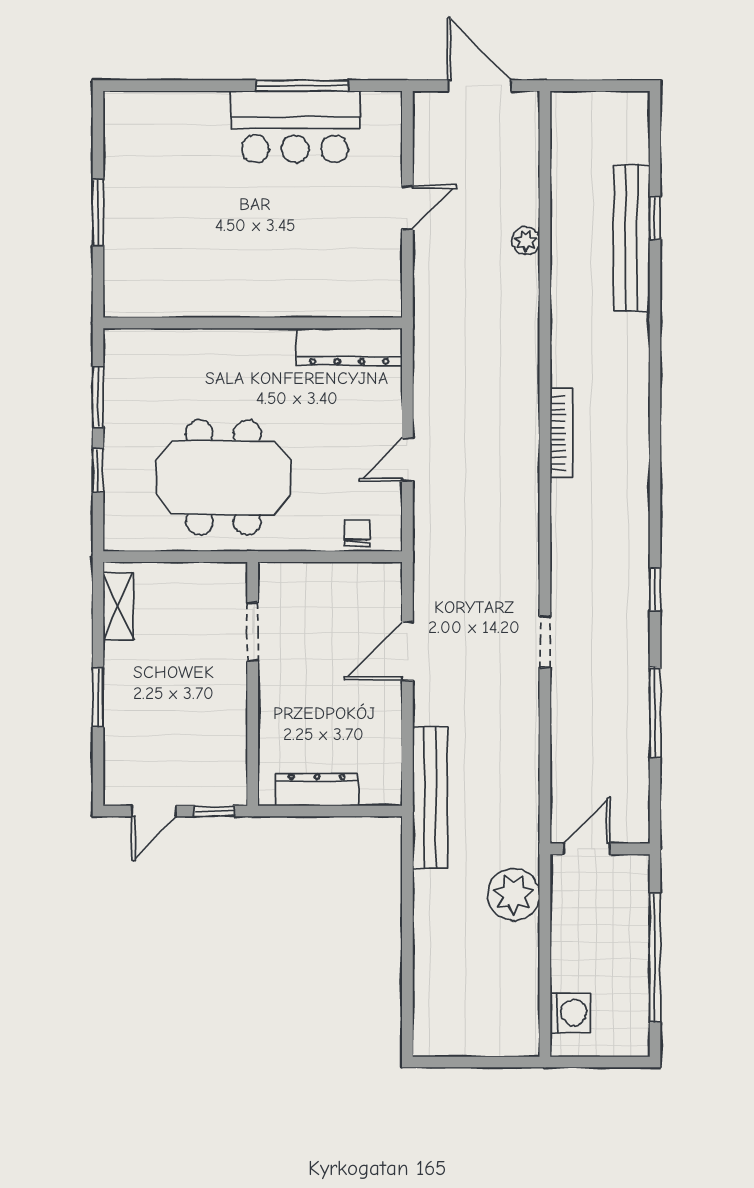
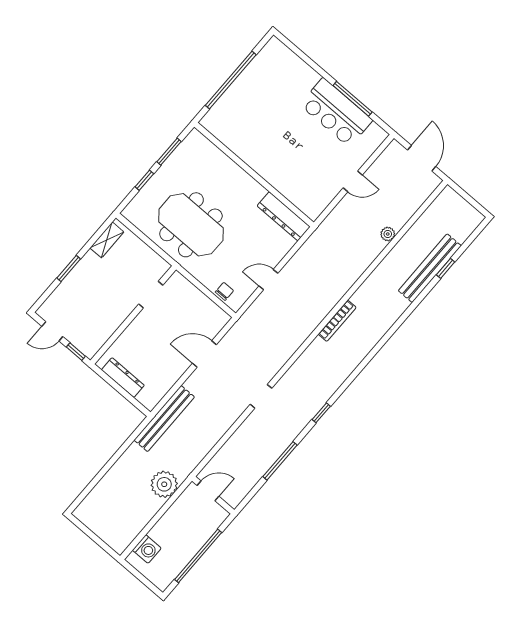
window: (98, 213) -> (231, 80), width x2.11

